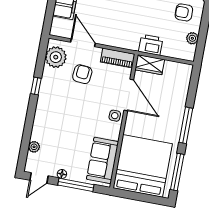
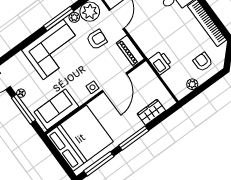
wardrobe: (150, 65) -> (151, 112), moved, turned 90
window: (36, 86) -> (59, 18), width x2.17
corner sofa: (55, 115) -> (53, 49), added
plant: (34, 147) -> (74, 17), moved

